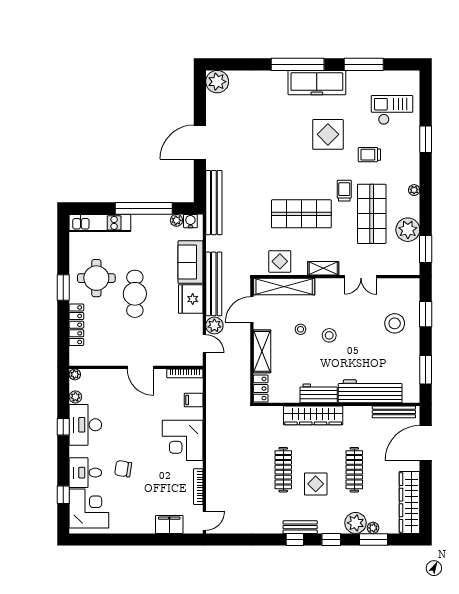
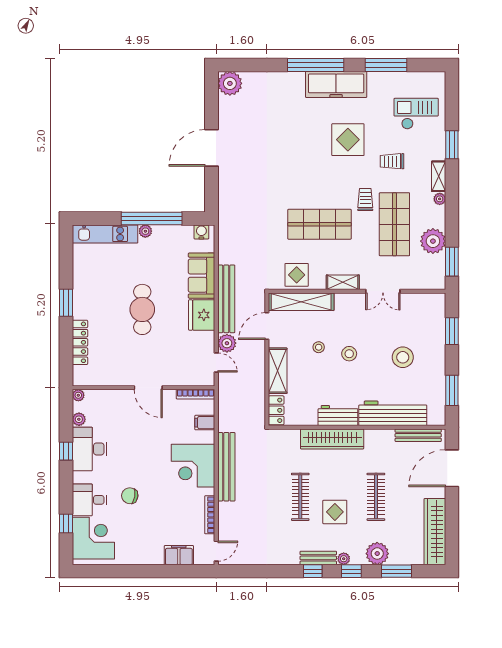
shelving: (413, 169) -> (439, 176), added
bench: (214, 203) -> (226, 467), moved
plant: (176, 220) -> (145, 231), moved
round table: (96, 278) -> (101, 293), removed
stool: (395, 323) -> (403, 357), moved
plant: (373, 528) -> (344, 559), moved

